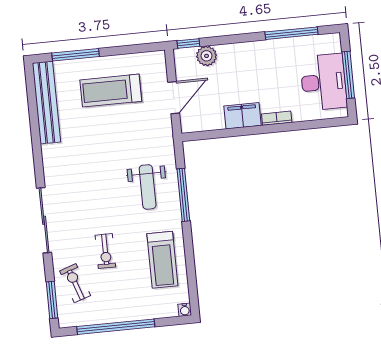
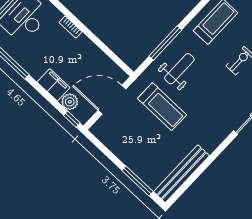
treadmill: (111, 91) -> (162, 107), moved
door: (174, 98) -> (112, 100), width x1.36
filing cabinet: (242, 116) -> (54, 85), moved, turned 180

